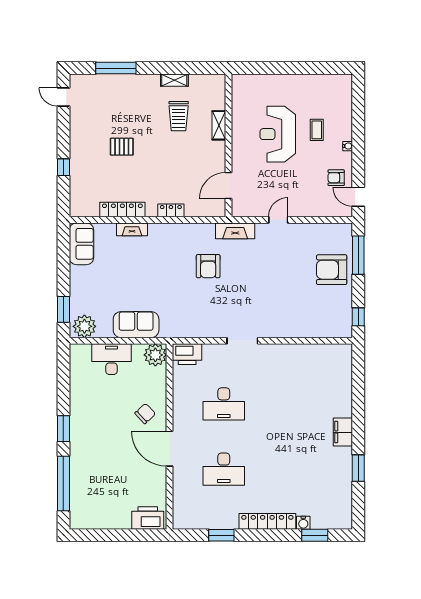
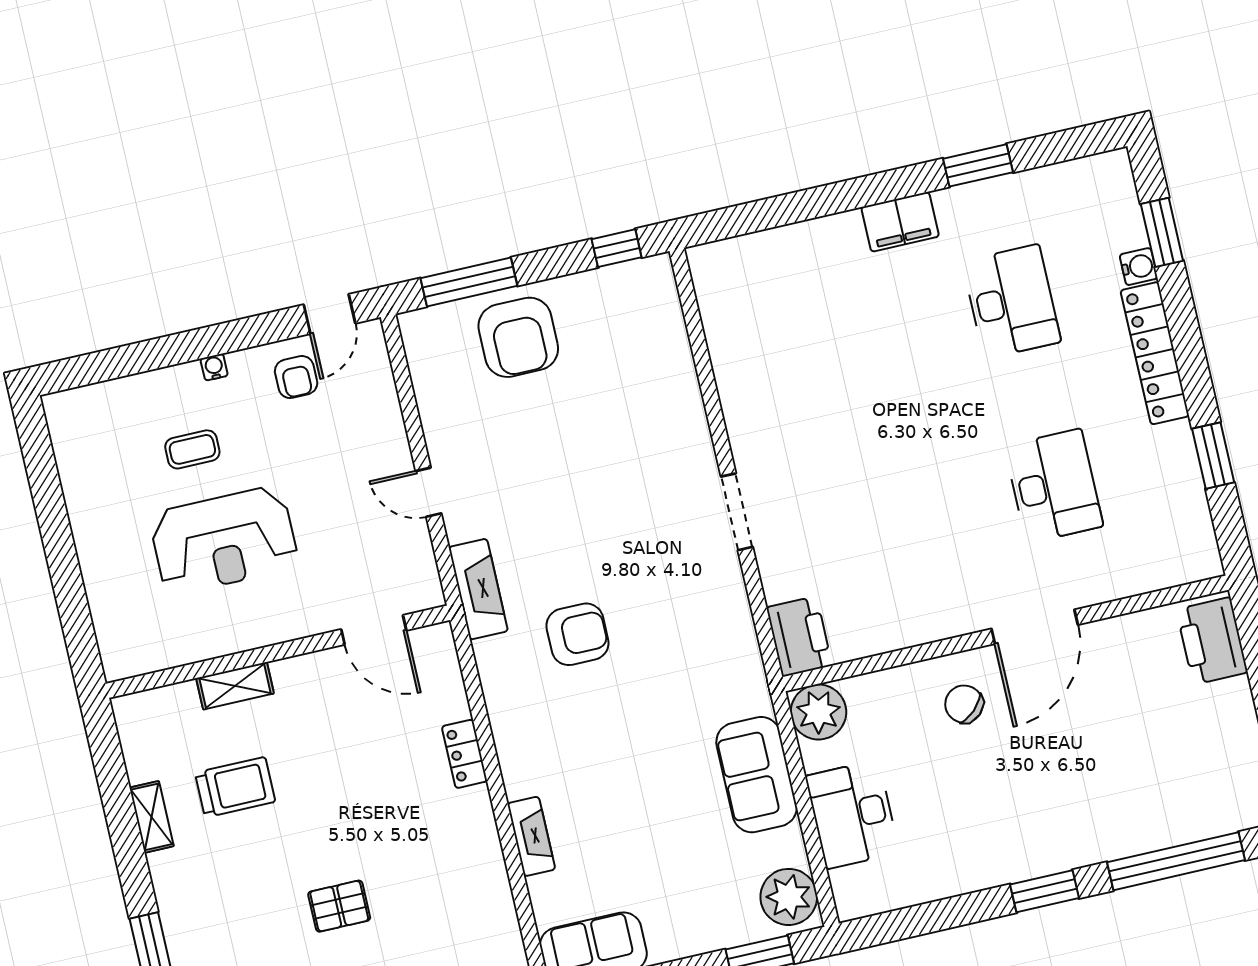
pallet: (122, 147) -> (339, 906), turned 90
locker: (122, 210) -> (489, 870), removed
desk: (224, 404) -> (1011, 302), moved

